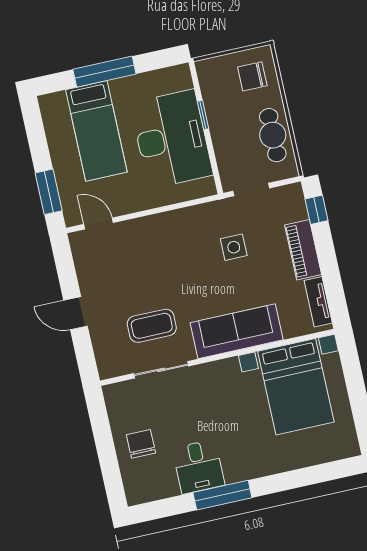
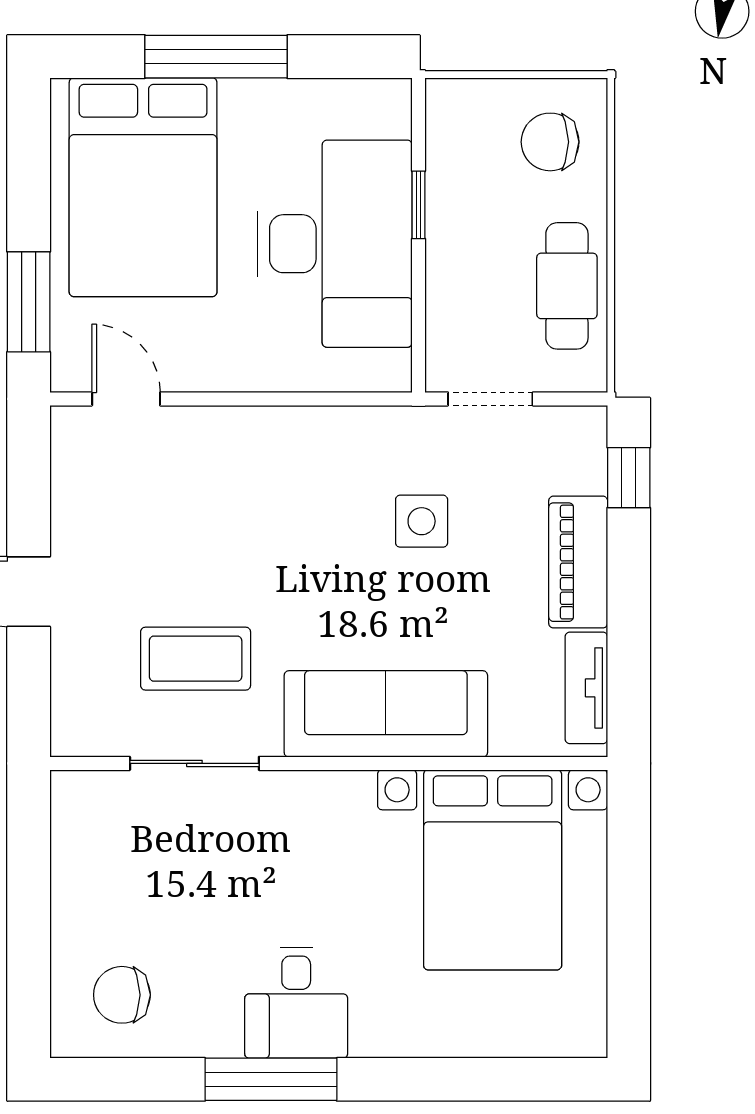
bed: (96, 131) -> (143, 187), width x1.50
chair: (141, 444) -> (122, 995), moved, turned -90
desk: (198, 467) -> (296, 1003), moved

